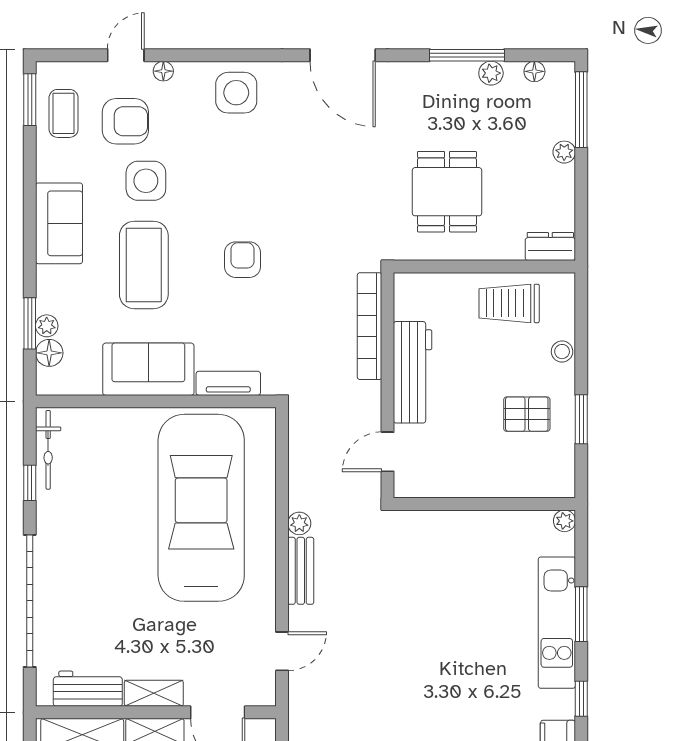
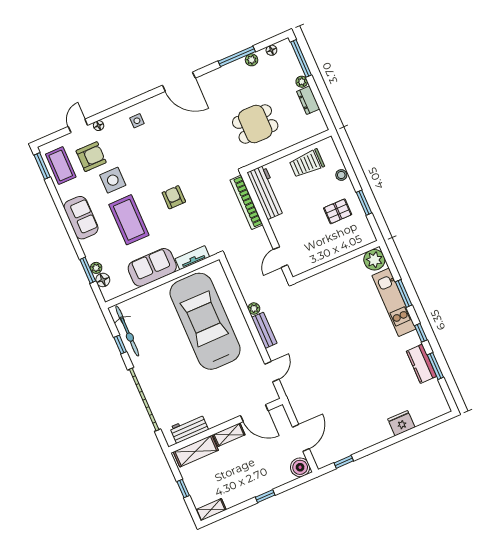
side table: (236, 93) -> (137, 121), width x0.54, depth x0.54
coffee table: (64, 113) -> (61, 166), width x1.36, depth x1.30
dining table: (447, 192) -> (255, 124), turned 90
dresser: (550, 246) -> (308, 100), moved, turned -90
workbench: (413, 372) -> (266, 192), moved
bicycle: (48, 450) -> (127, 331), width x1.37, depth x1.40
plant: (564, 521) -> (374, 260), width x1.88, depth x1.88
shelving: (154, 693) -> (221, 417), removed

